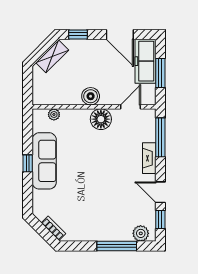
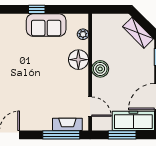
floor lamp: (101, 119) -> (78, 60), moved
fireplace: (149, 158) -> (67, 124), moved
sofa: (44, 161) -> (46, 25), width x0.73

